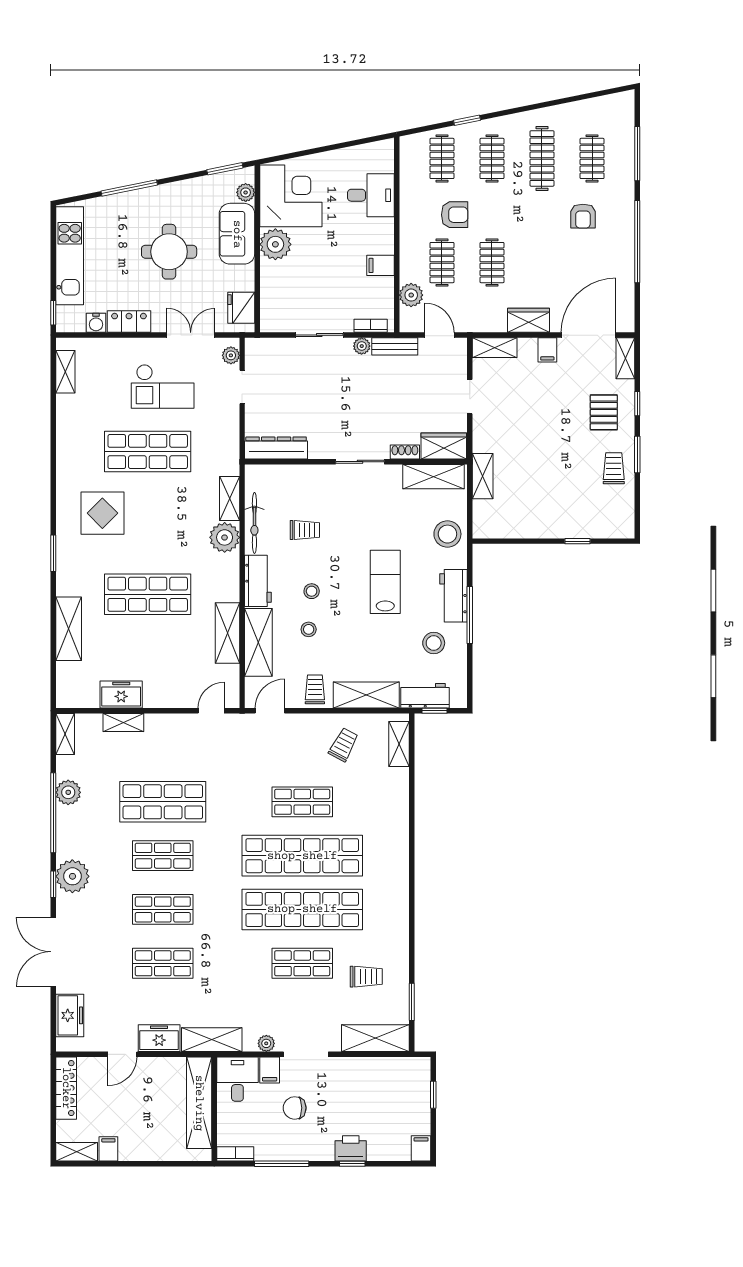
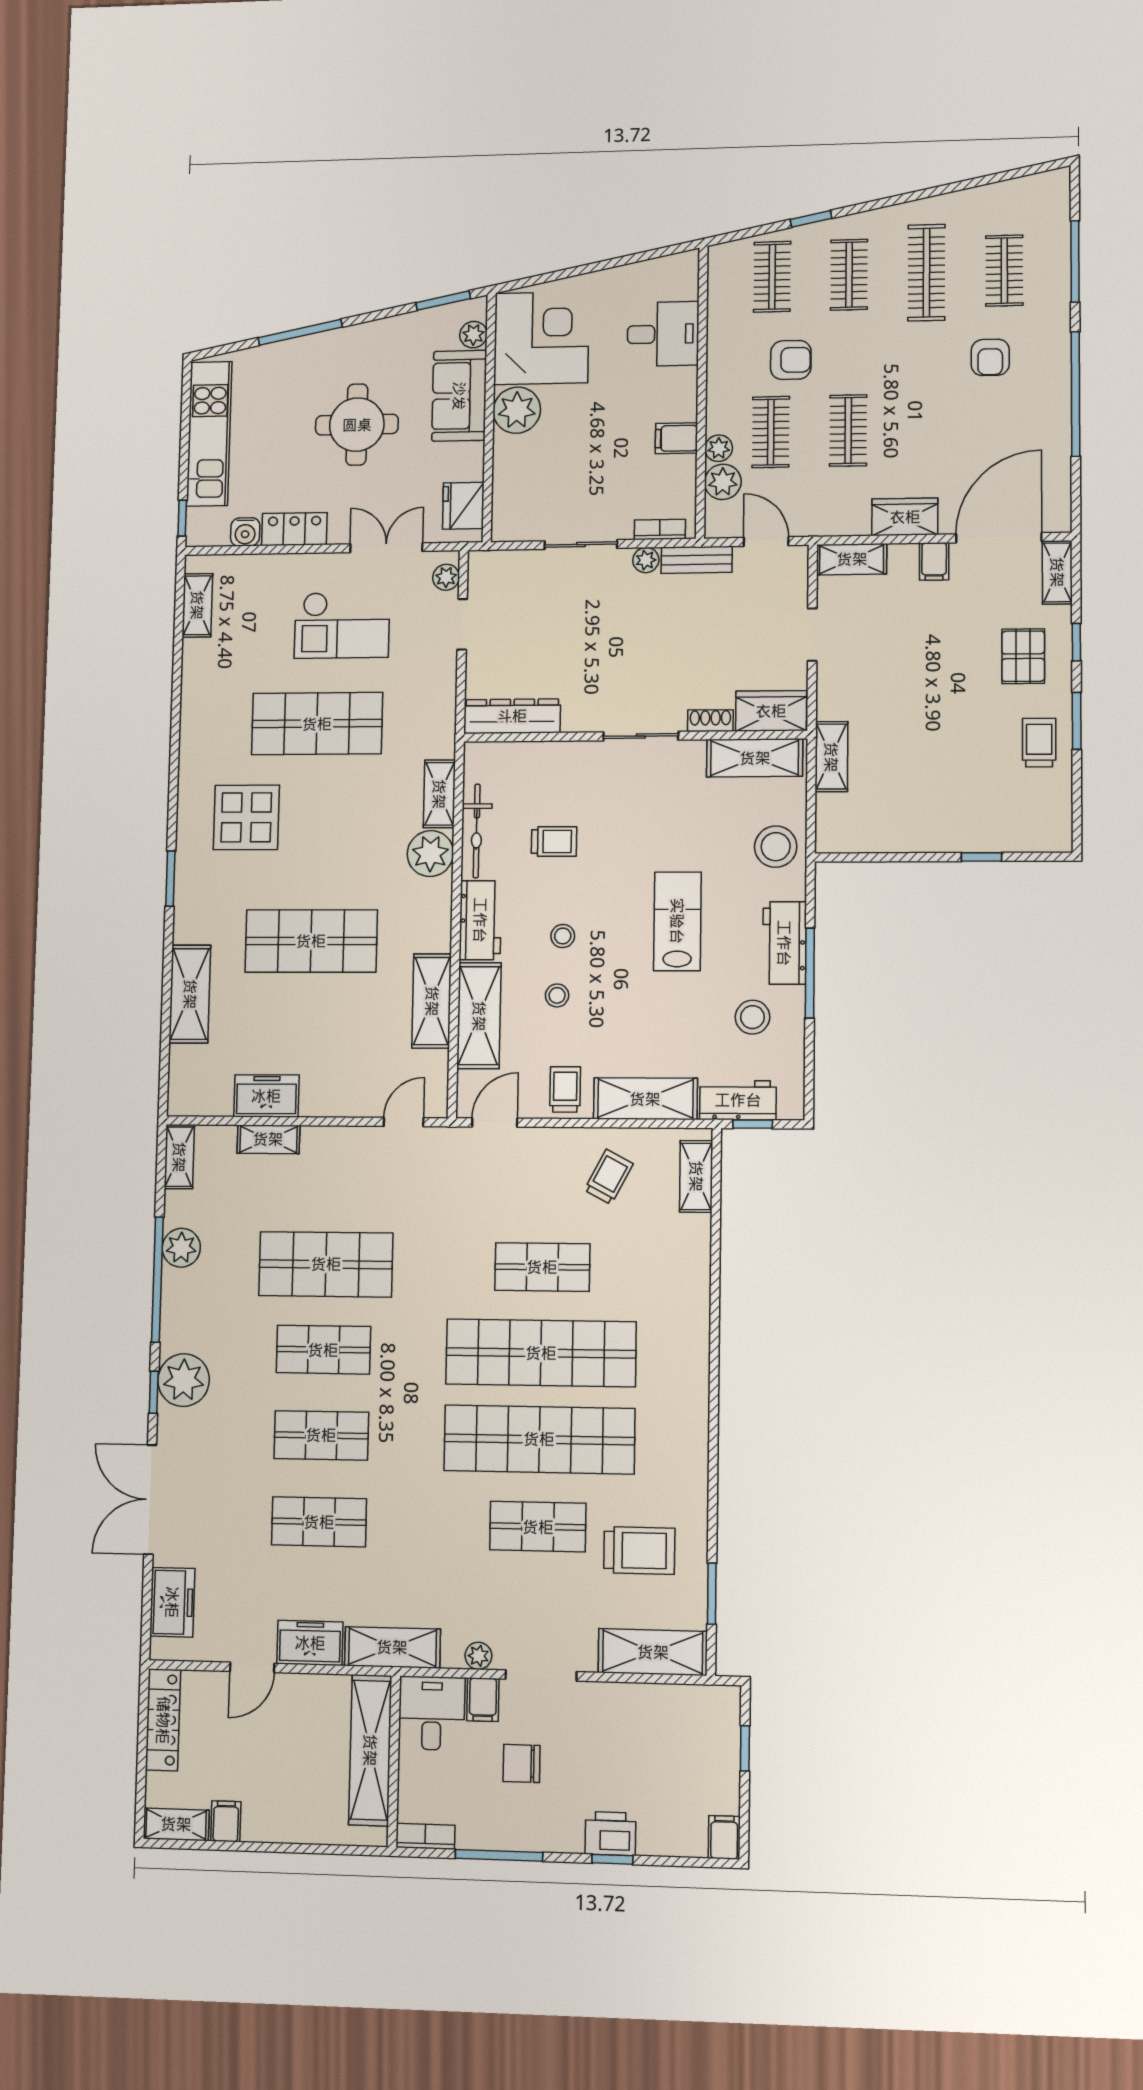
plant: (408, 273) -> (719, 448), added
trolley: (366, 977) -> (639, 1551), width x1.36, depth x1.39

